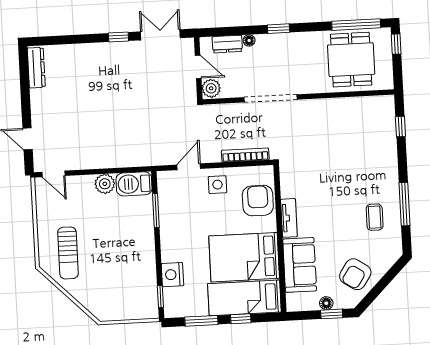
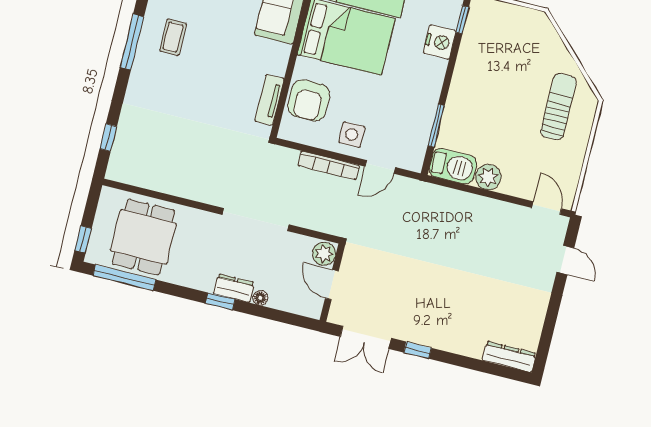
dresser: (227, 44) -> (234, 288), moved
dresser: (36, 68) -> (509, 357), moved, turned 90
bookcase: (245, 155) -> (329, 165), moved
tv unit: (289, 218) -> (269, 100), moved

